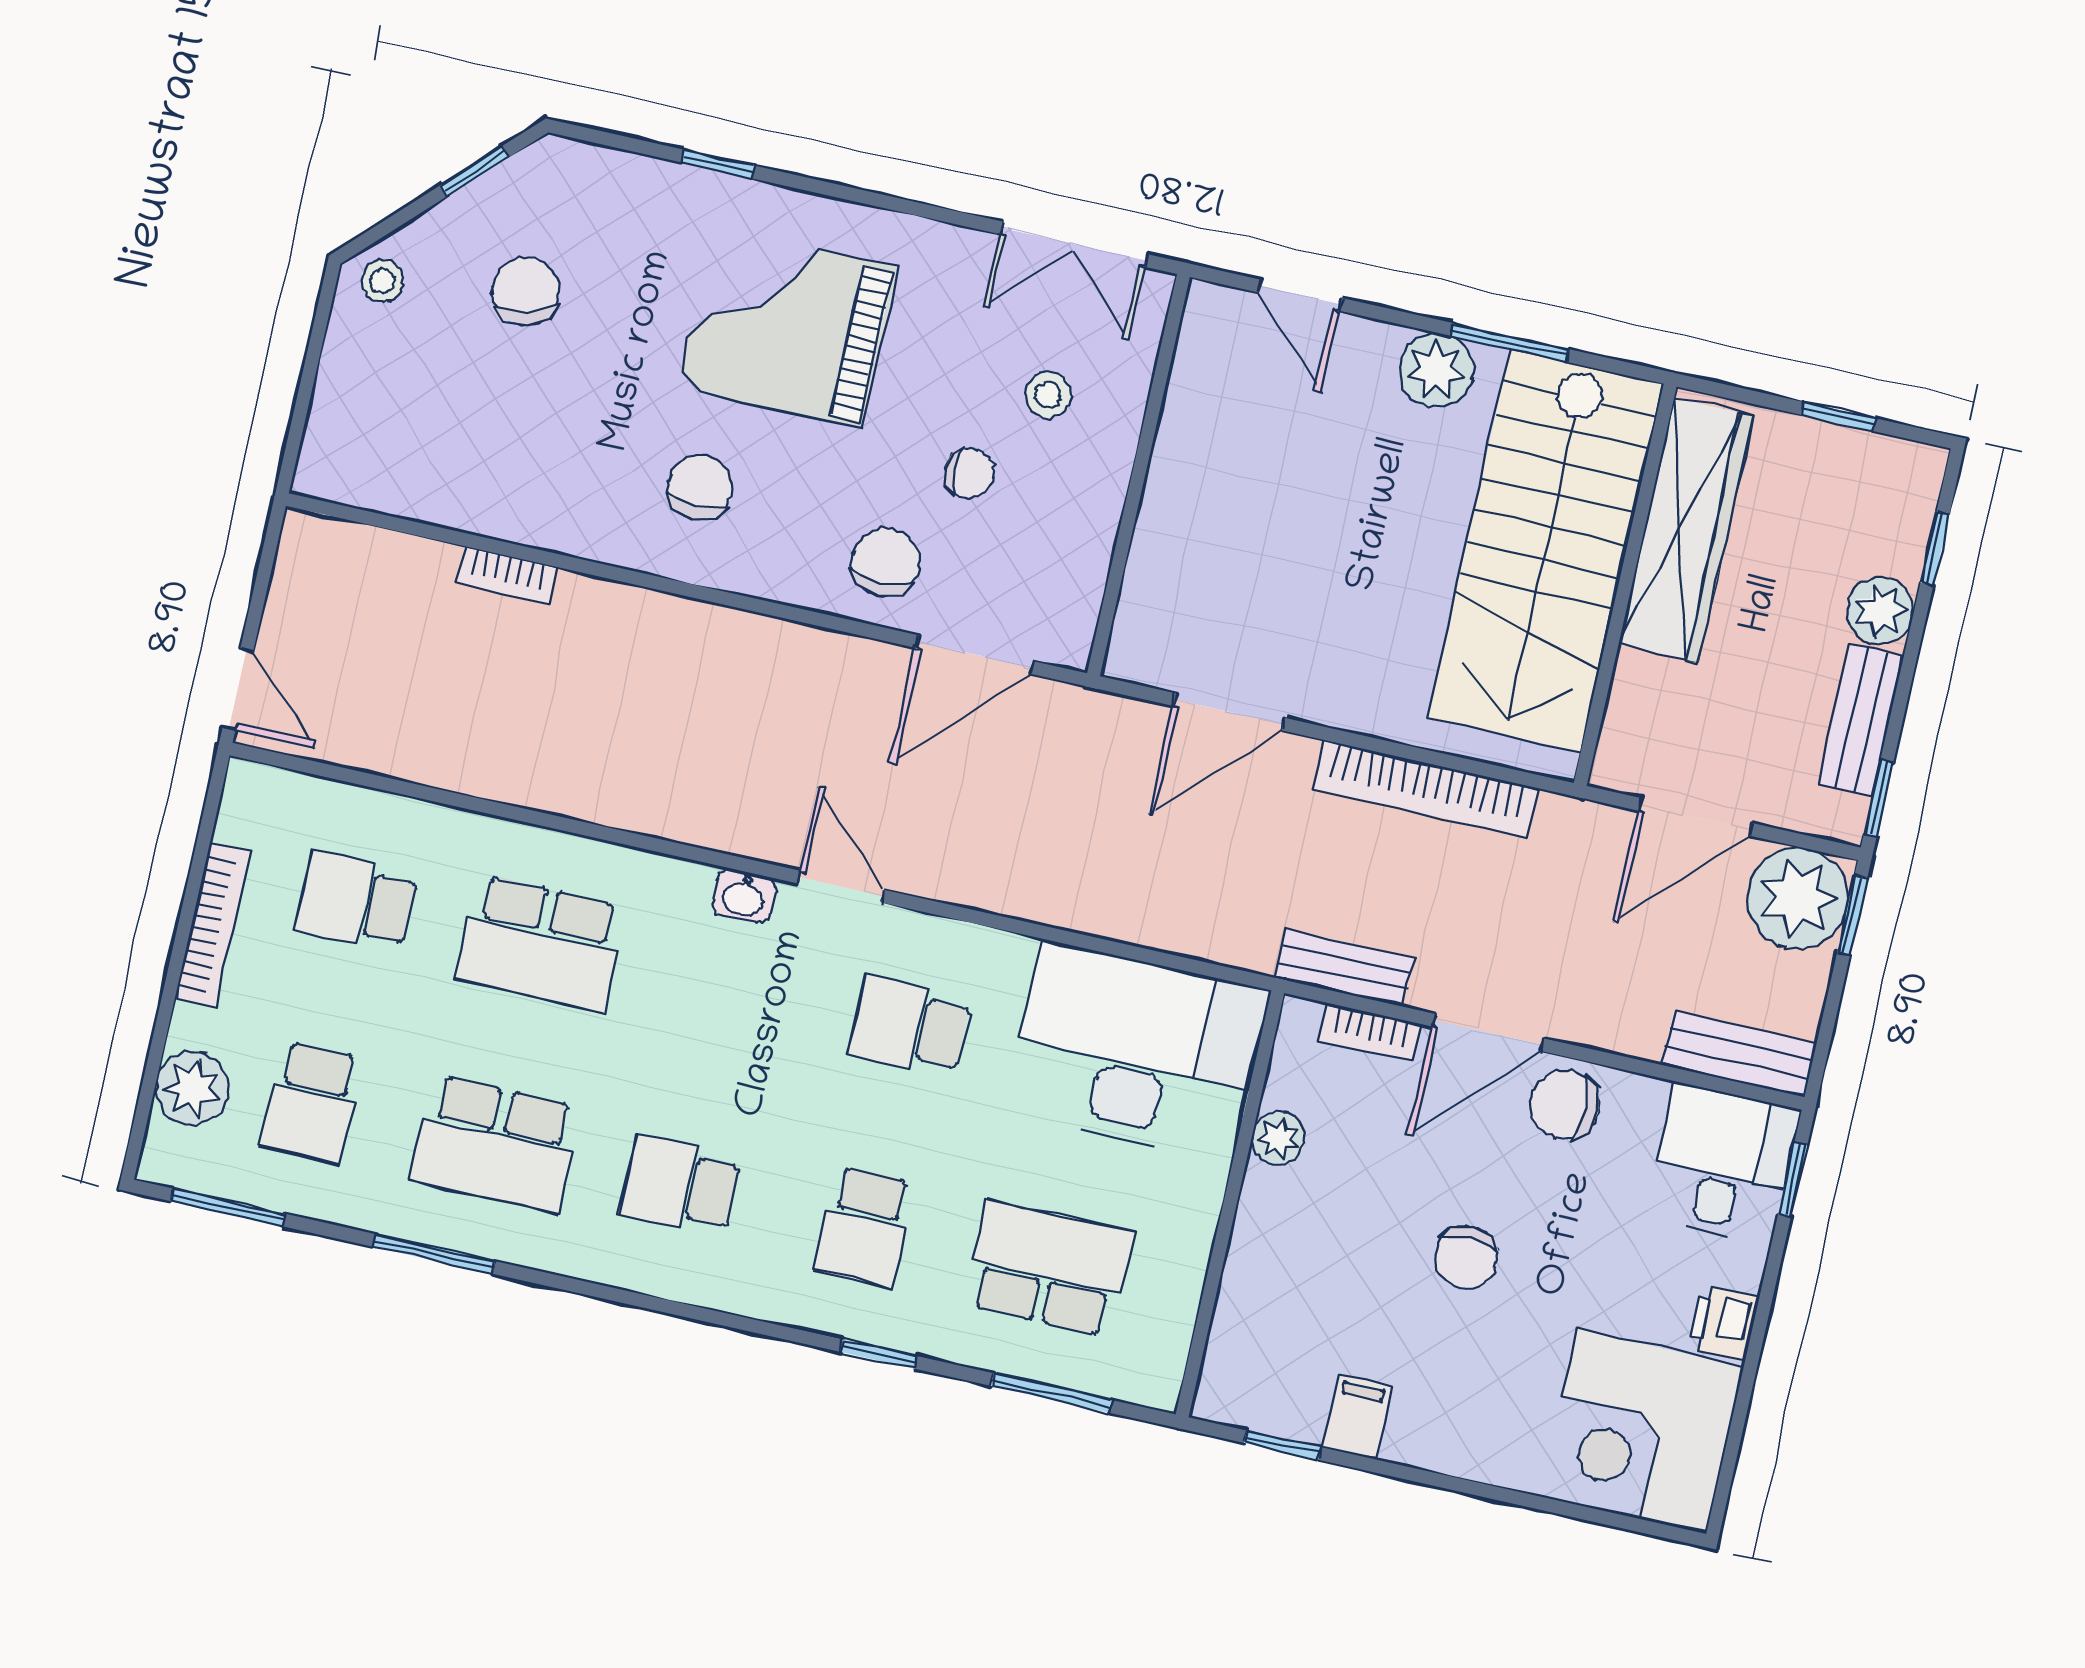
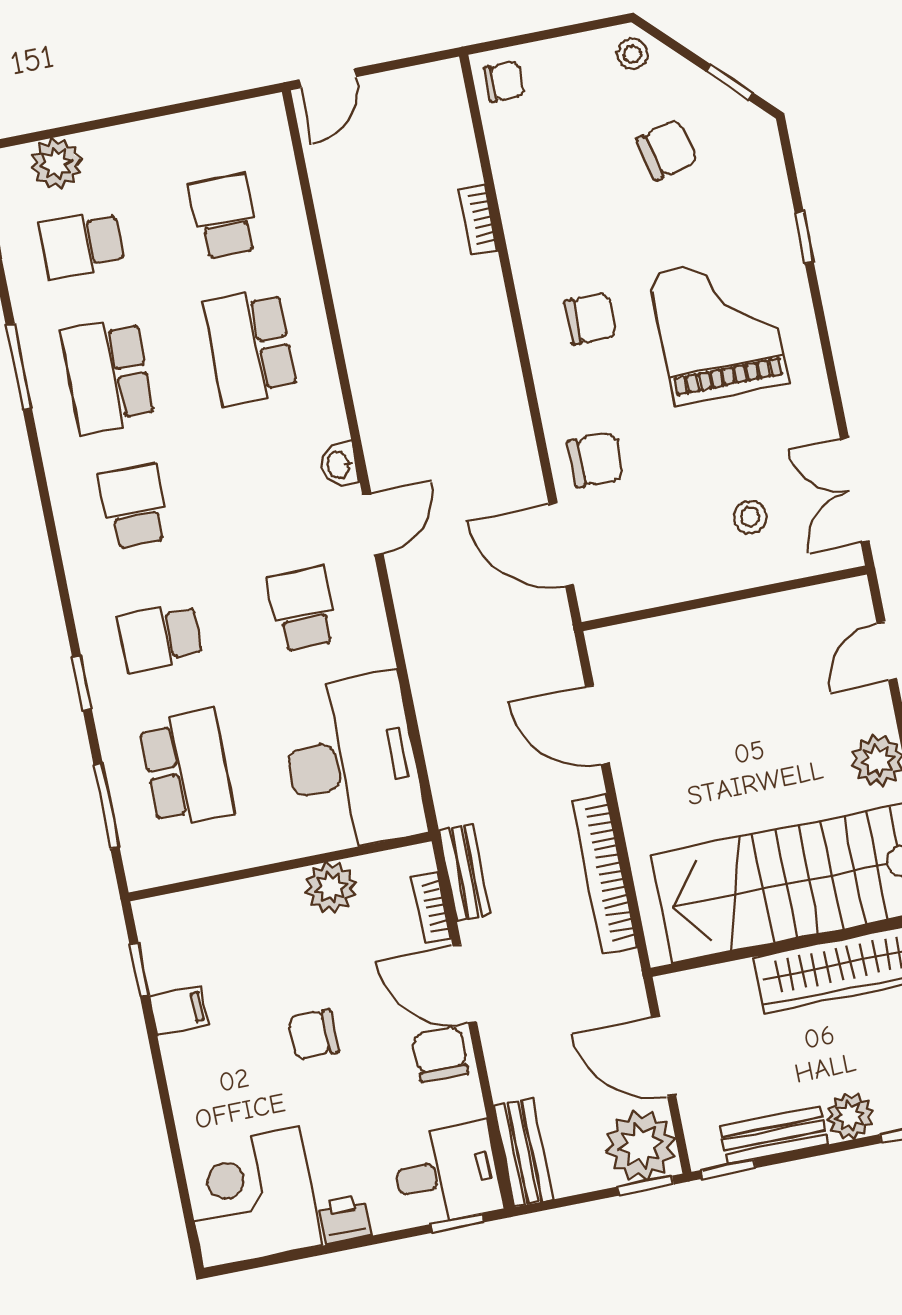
chair: (969, 473) -> (504, 82), moved, turned -90
bookcase: (212, 925) -> (168, 130), removed
plant: (1278, 1138) -> (331, 888), width x1.38, depth x1.38

